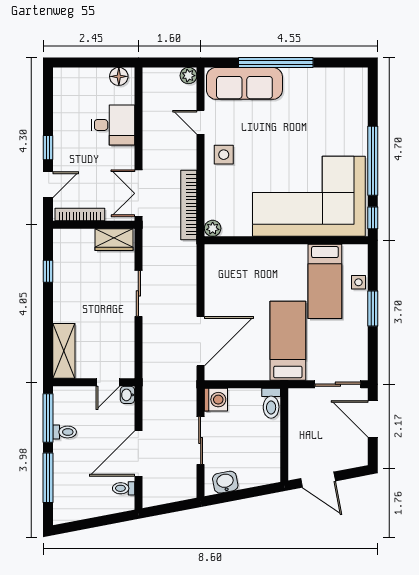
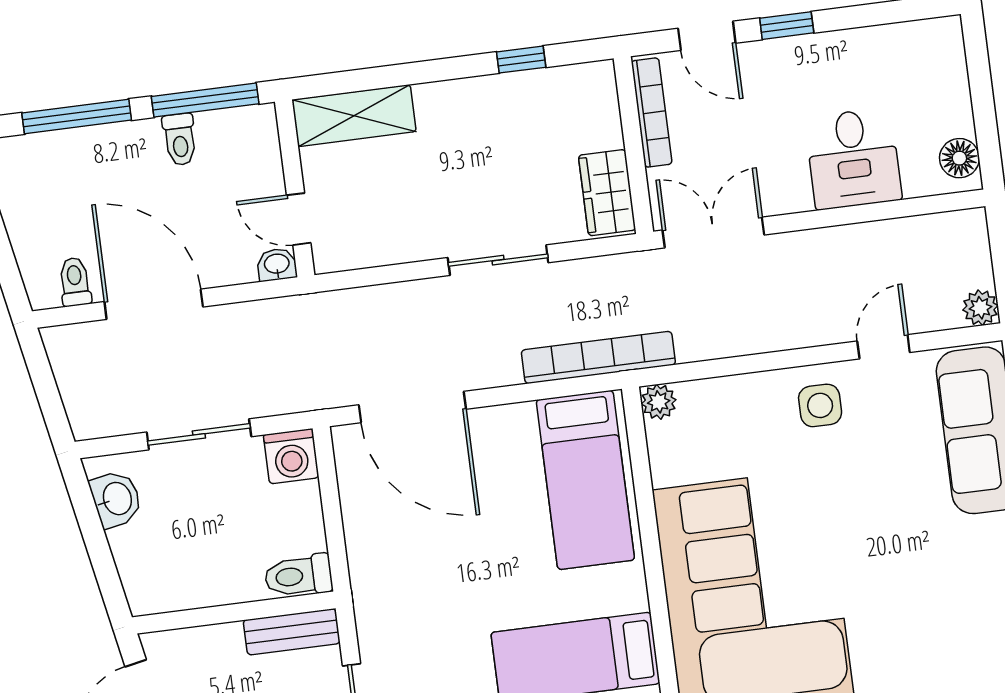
bookcase: (189, 205) -> (598, 357), moved
bed: (288, 341) -> (585, 480), moved, turned 90
bench: (296, 410) -> (292, 632), added

